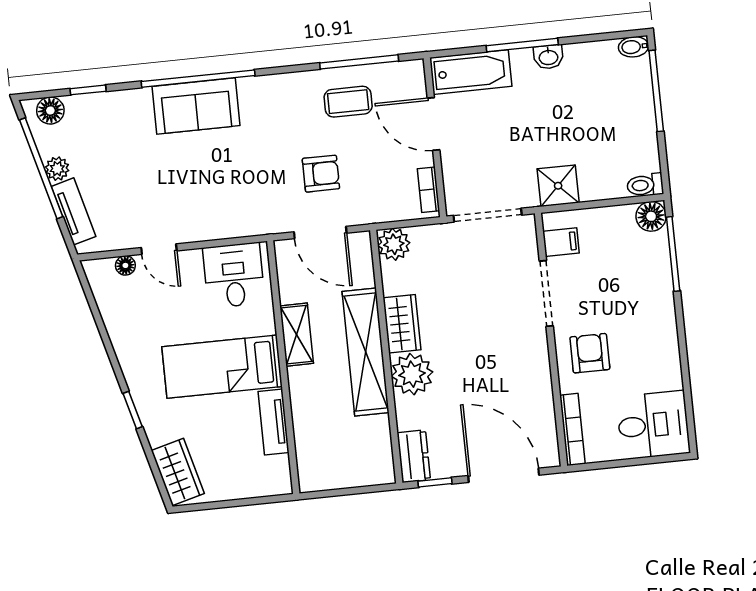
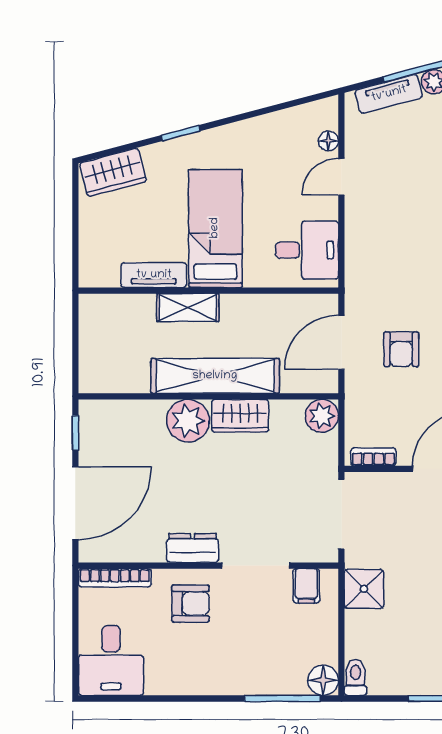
shelving: (297, 335) -> (188, 308), moved
dresser: (414, 456) -> (193, 548), moved, turned 180

